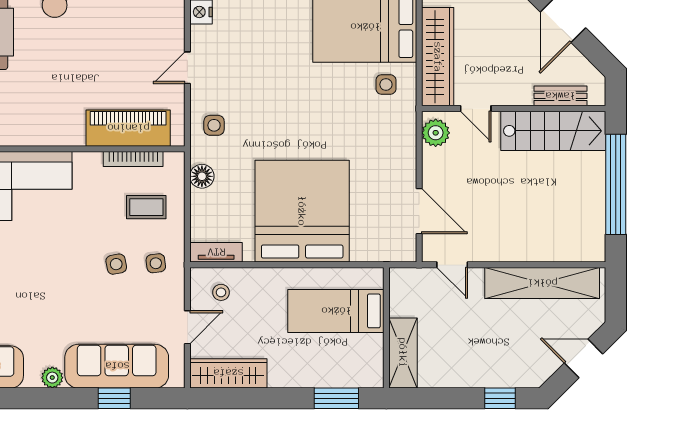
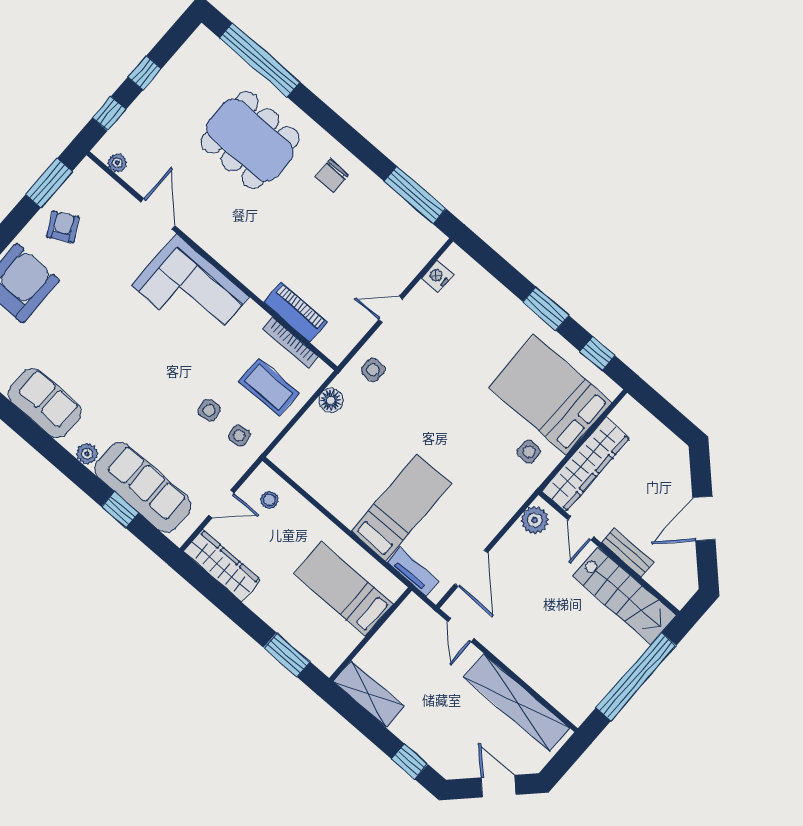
bench: (560, 96) -> (628, 553), moved
piano: (128, 128) -> (295, 312), width x0.73, depth x0.75
coffee table: (146, 207) -> (269, 387), width x1.36, depth x1.30
bed: (302, 211) -> (401, 508), width x0.49
tv unit: (216, 252) -> (413, 572), moved
shelving: (403, 353) -> (369, 694), moved, turned 90

